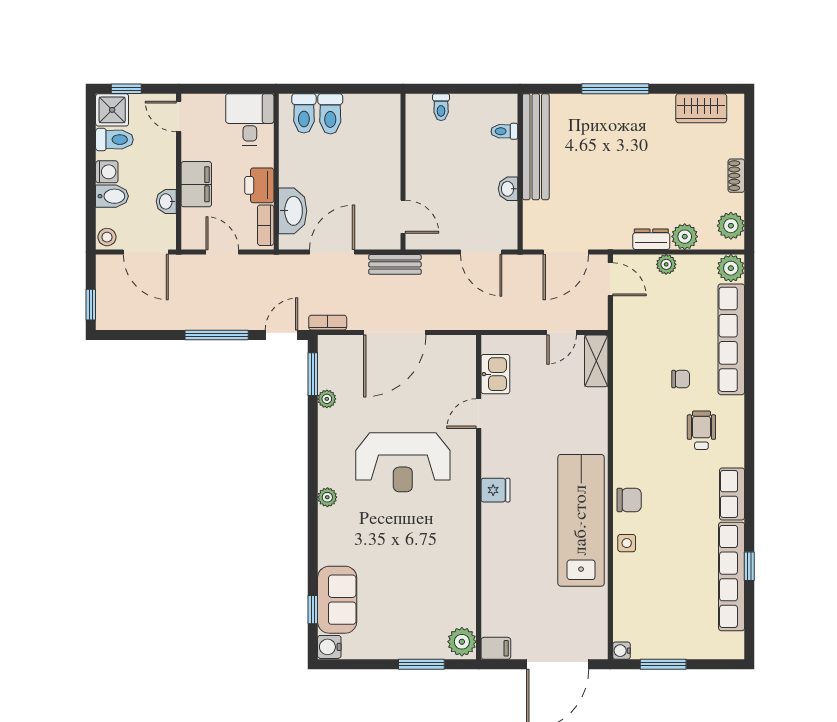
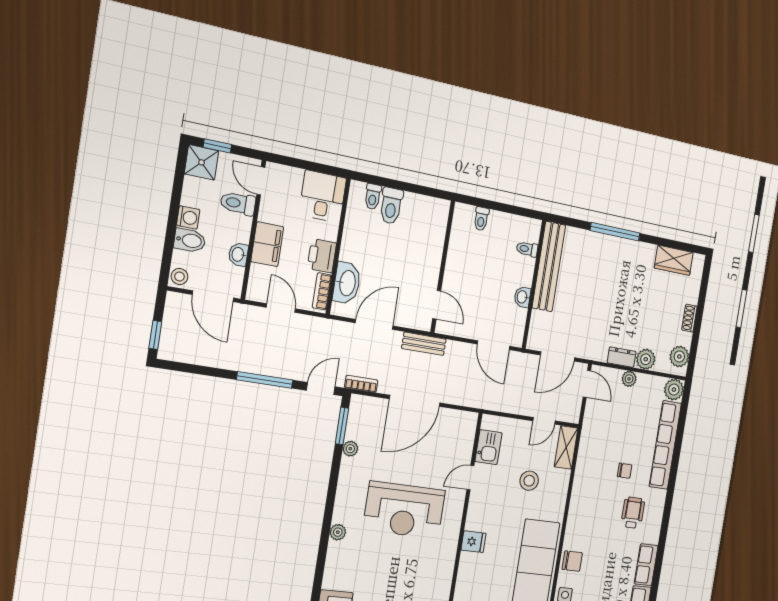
toilet: (304, 113) -> (373, 197), width x0.73, depth x0.72
toilet: (114, 140) -> (238, 203), moved, turned 180
stool: (555, 408) -> (529, 481), added

